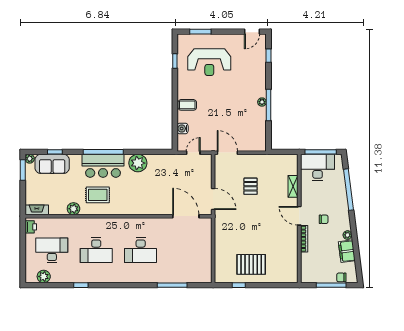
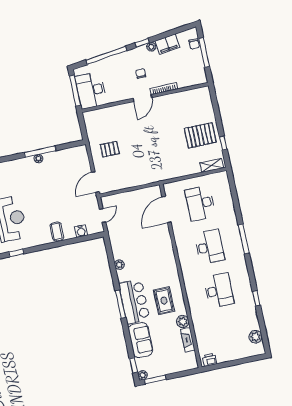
window: (55, 152) -> (133, 365), moved
window: (103, 152) -> (120, 304), width x0.68
door: (193, 153) -> (103, 216), swing flipped
plant: (138, 163) -> (119, 265), width x0.53, depth x0.53
sofa: (52, 164) -> (141, 340), moved
pallet: (251, 186) -> (110, 149), moved
shelving: (293, 186) -> (212, 165), moved
door: (213, 199) -> (144, 186), removed
fireplace: (37, 210) -> (188, 340), moved
window: (353, 227) -> (142, 43), added
desk: (52, 250) -> (200, 203), moved
pallet: (251, 264) -> (200, 135), turned 90
window: (172, 285) -> (244, 239), moved

